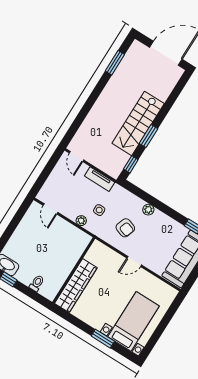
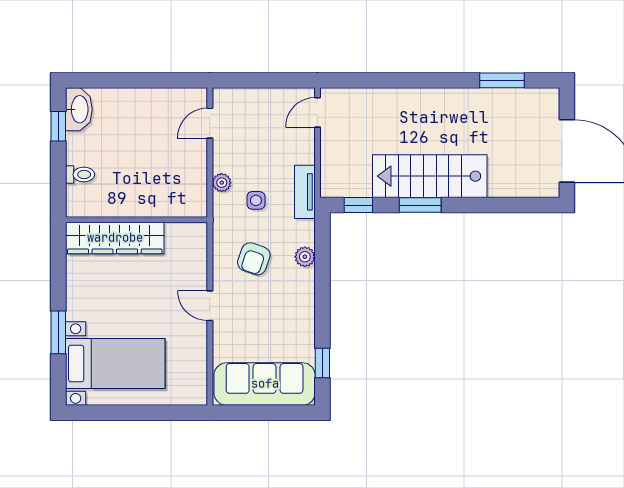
tv unit: (100, 179) -> (305, 192), moved
plant: (148, 210) -> (305, 257), moved

